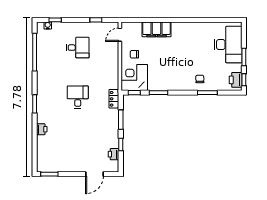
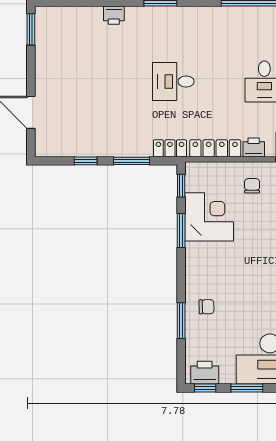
locker: (114, 74) -> (215, 148), added
corner desk: (134, 78) -> (209, 217), moved
desk: (78, 97) -> (173, 81), turned 180
printer: (114, 154) -> (254, 148), moved

